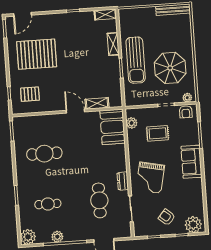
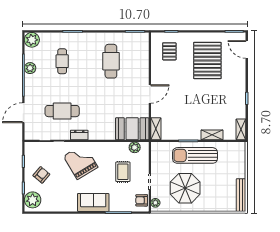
shelving: (97, 103) -> (156, 129), moved
grand piano: (150, 178) -> (81, 162), turned 47

